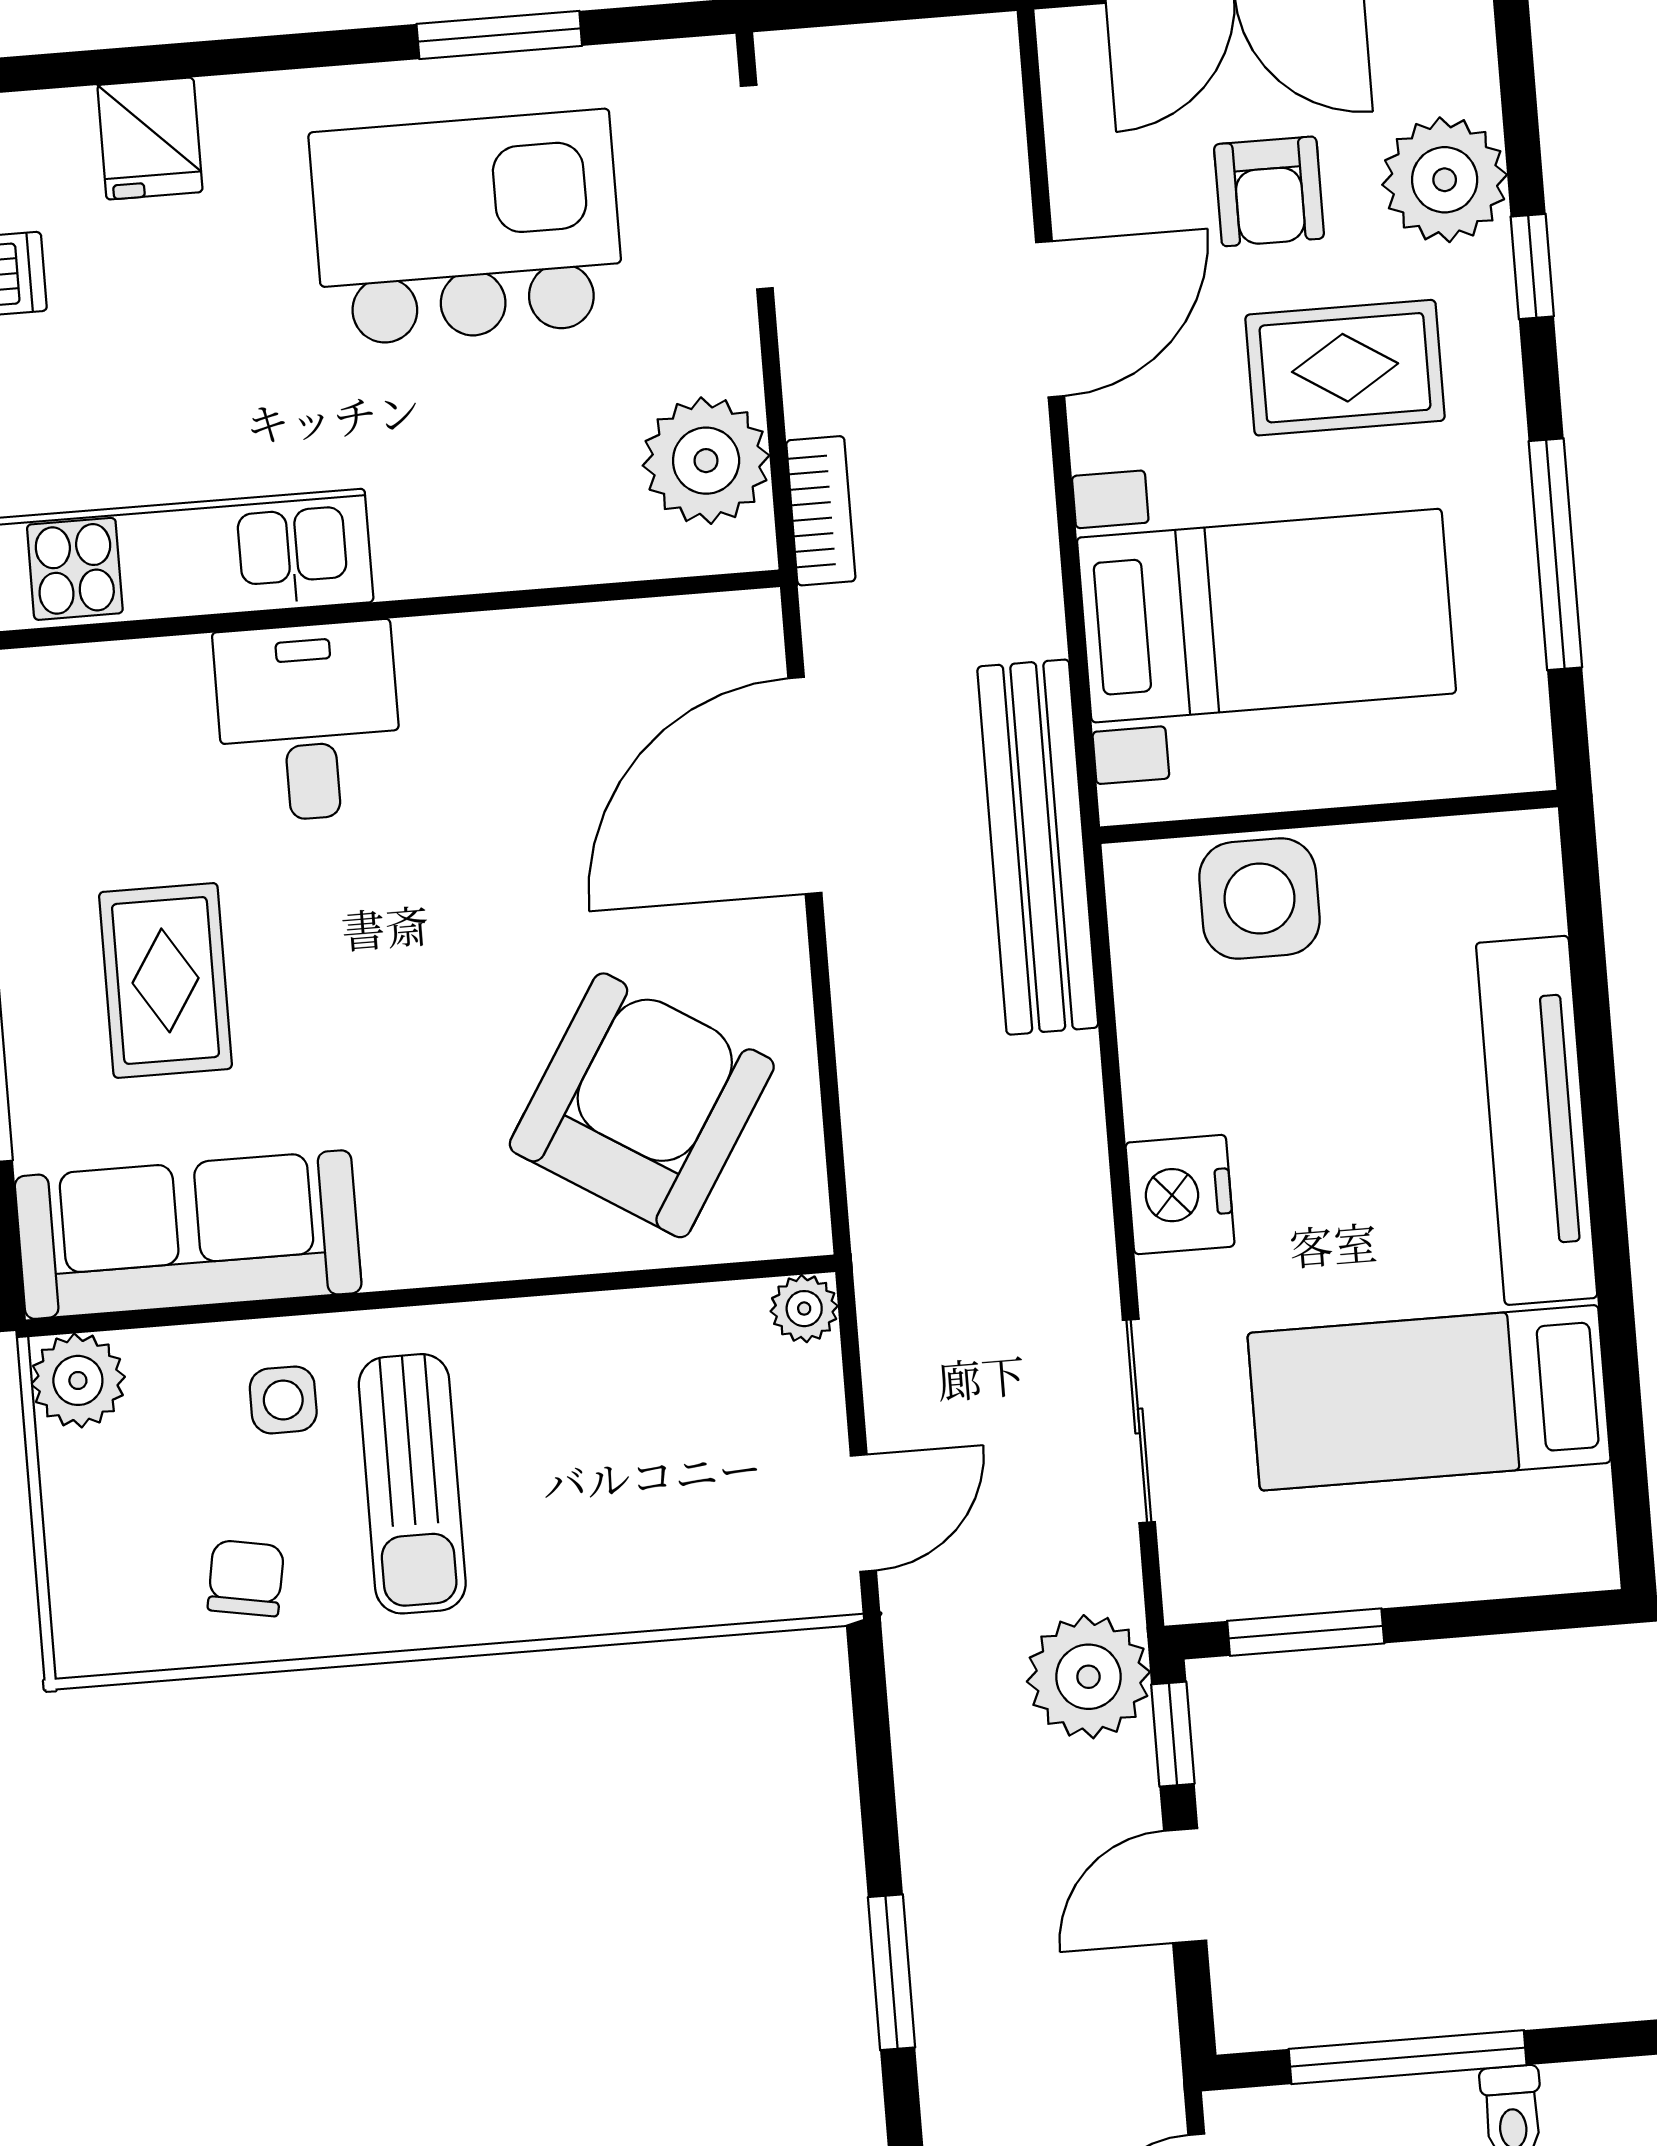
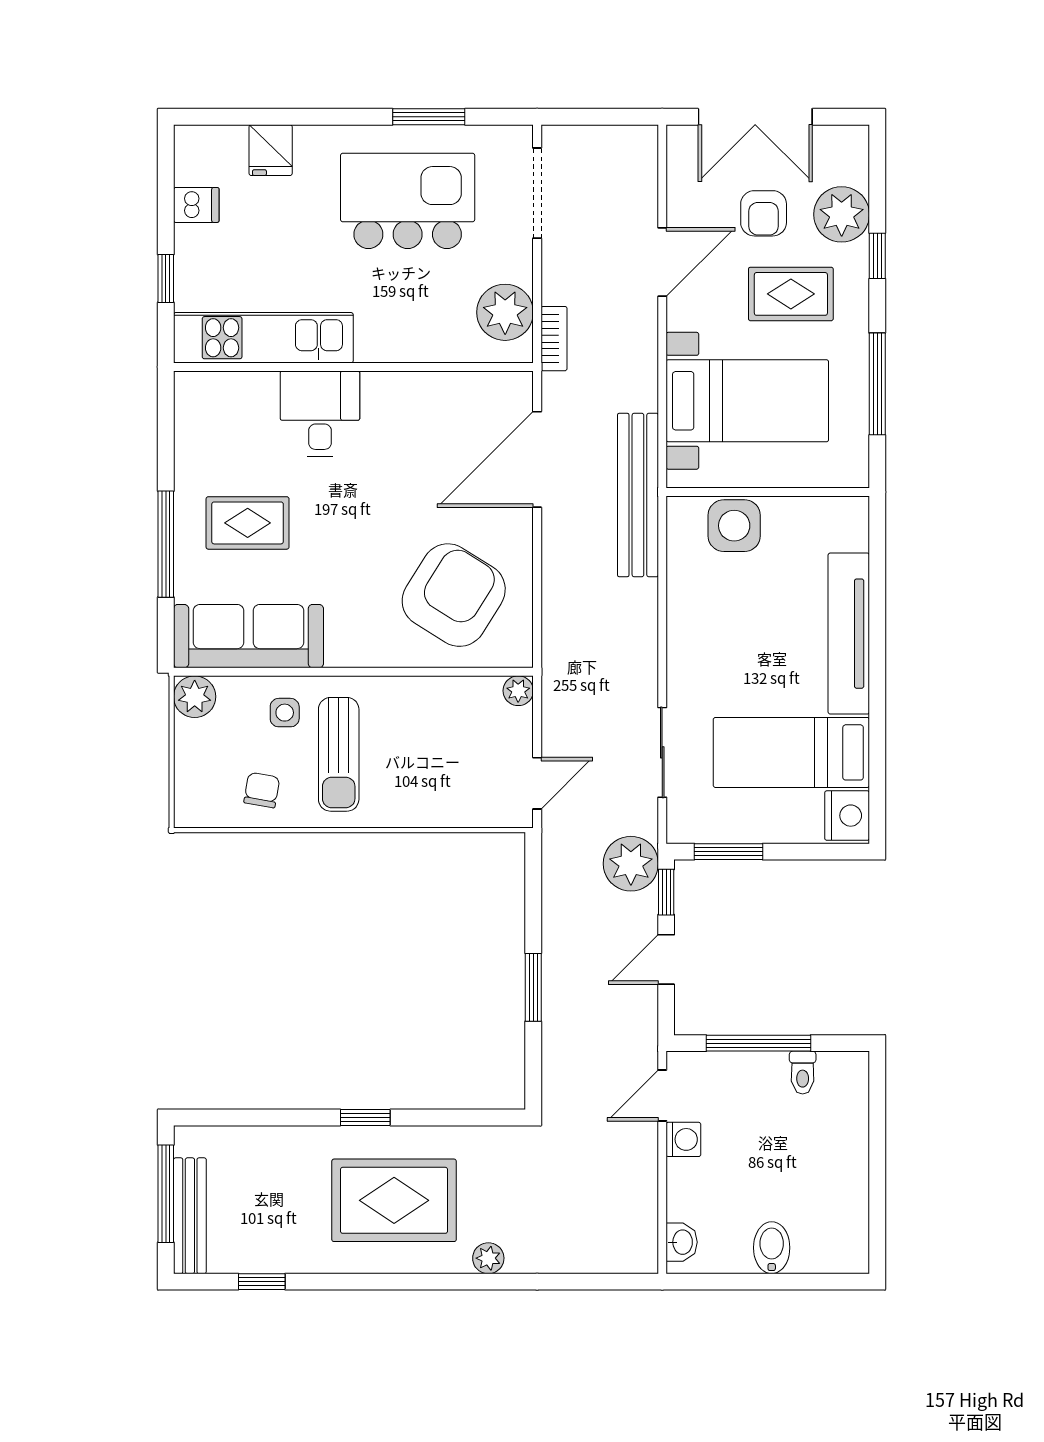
rug: (166, 980) -> (248, 523), turned 90
nightstand: (1180, 1195) -> (847, 816), moved, turned 180

